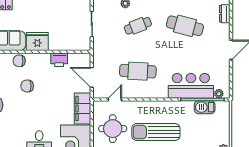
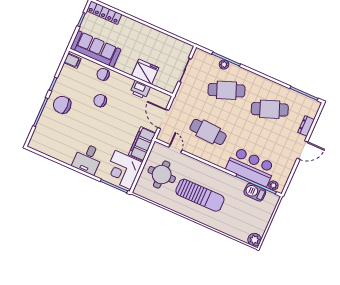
dresser: (225, 14) -> (306, 126), moved
cafe table: (138, 26) -> (226, 90), width x1.37, depth x1.35
cafe table: (185, 26) -> (270, 109), turned -36
fridge: (37, 42) -> (145, 72), moved
door: (115, 99) -> (175, 149), hinge flipped
sun lounger: (156, 132) -> (200, 195), turned 180

